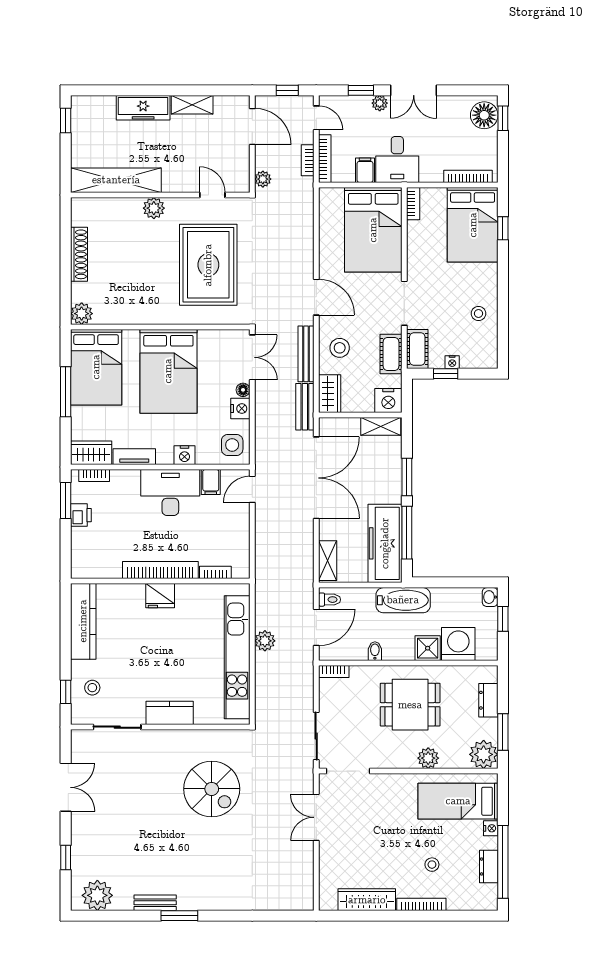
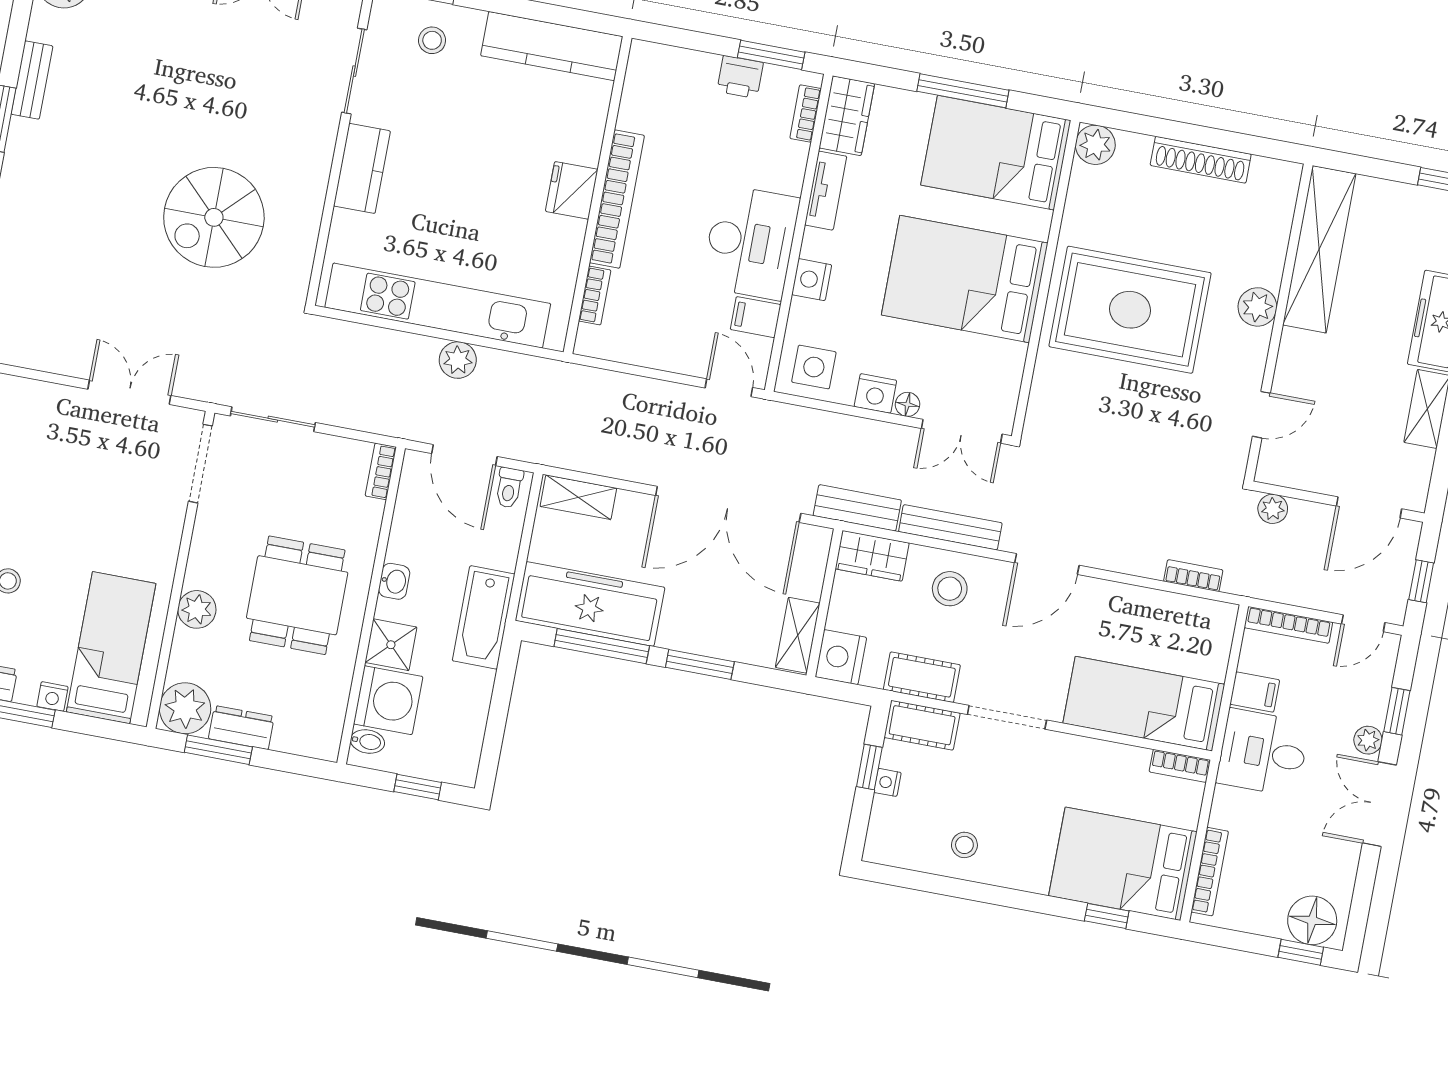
bookcase: (308, 160) -> (1193, 576), moved
bed: (373, 230) -> (1144, 704), width x0.67
rug: (208, 265) -> (1130, 310), moved
washbasin: (490, 597) -> (394, 581), moved, turned 90
bidet: (375, 651) -> (367, 741), moved
dresser: (488, 700) -> (241, 728), moved

